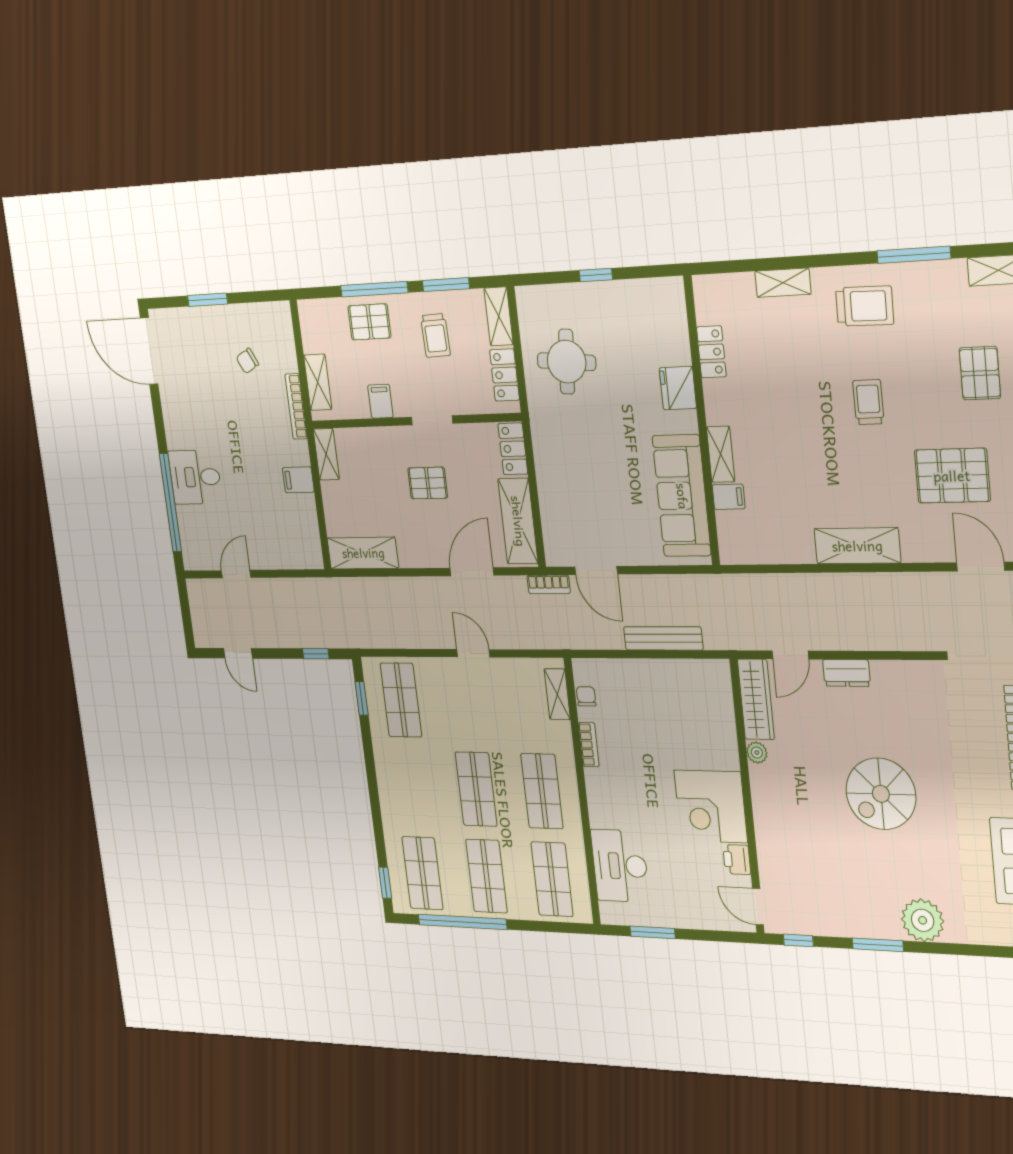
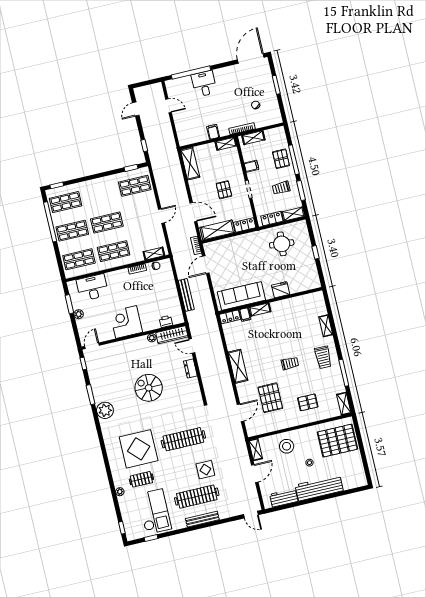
locker: (711, 352) -> (230, 317), moved
printer: (737, 860) -> (166, 321), moved
plant: (679, 917) -> (79, 314), added

